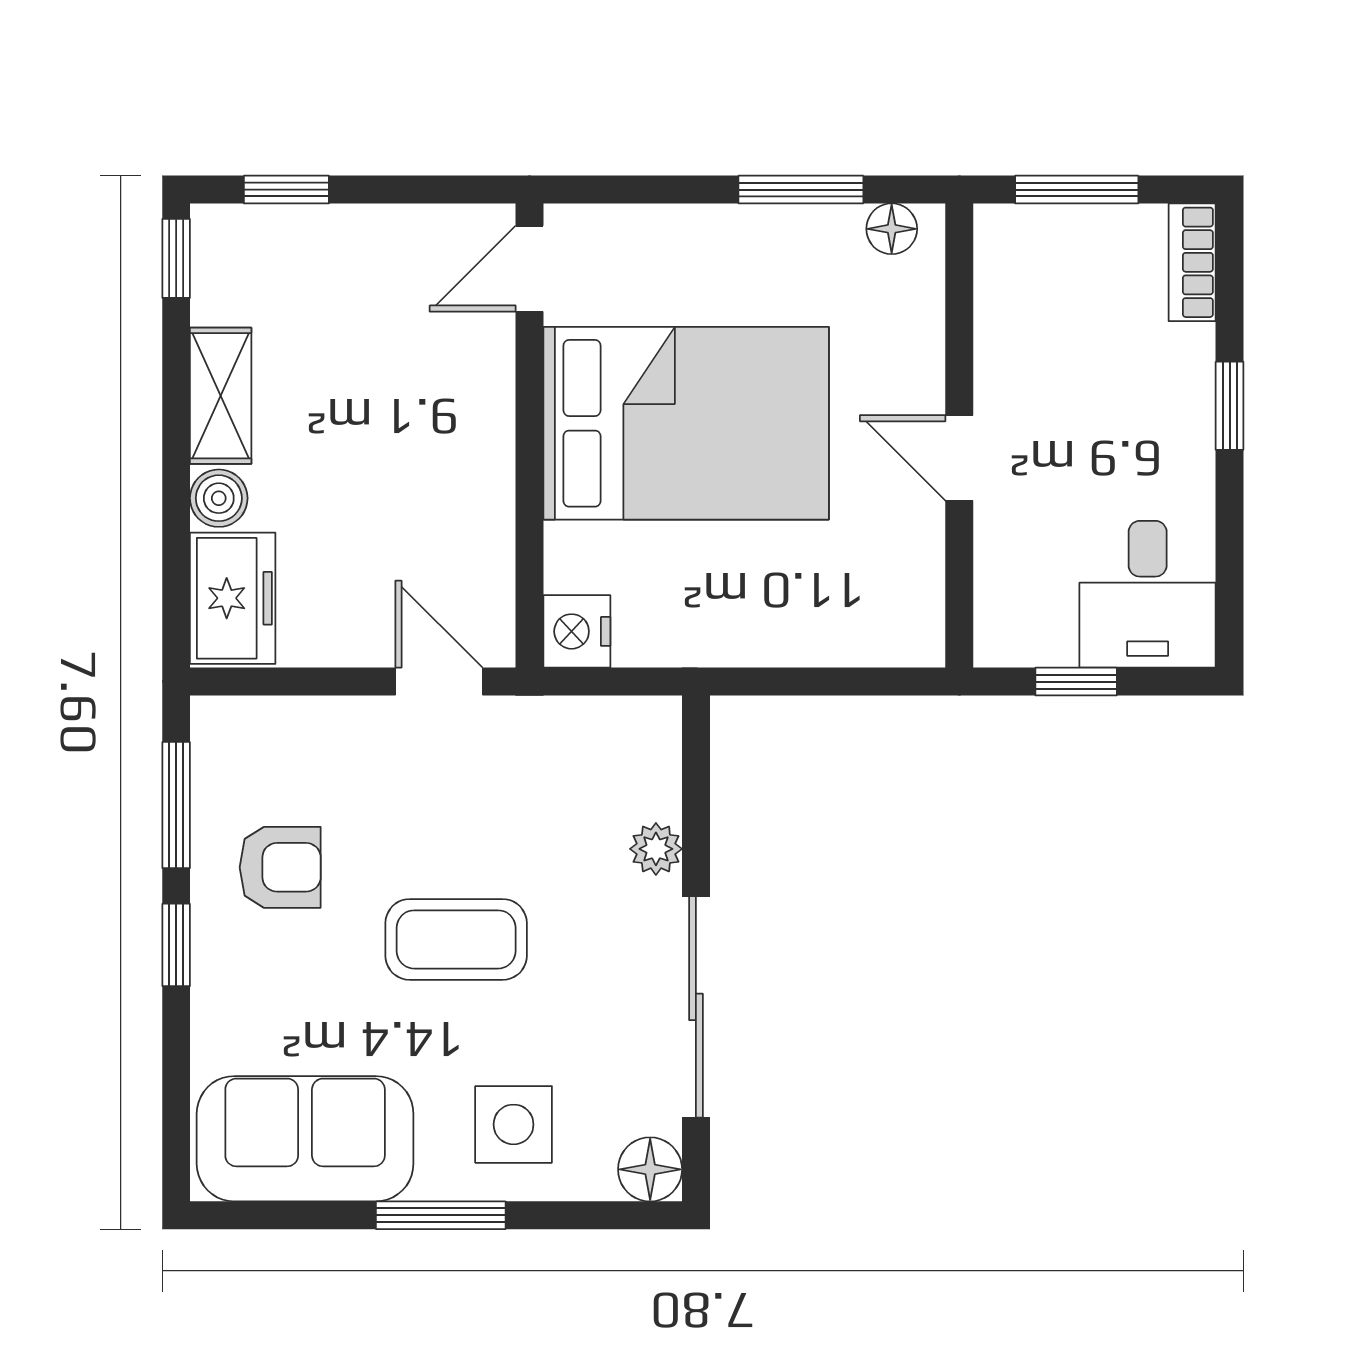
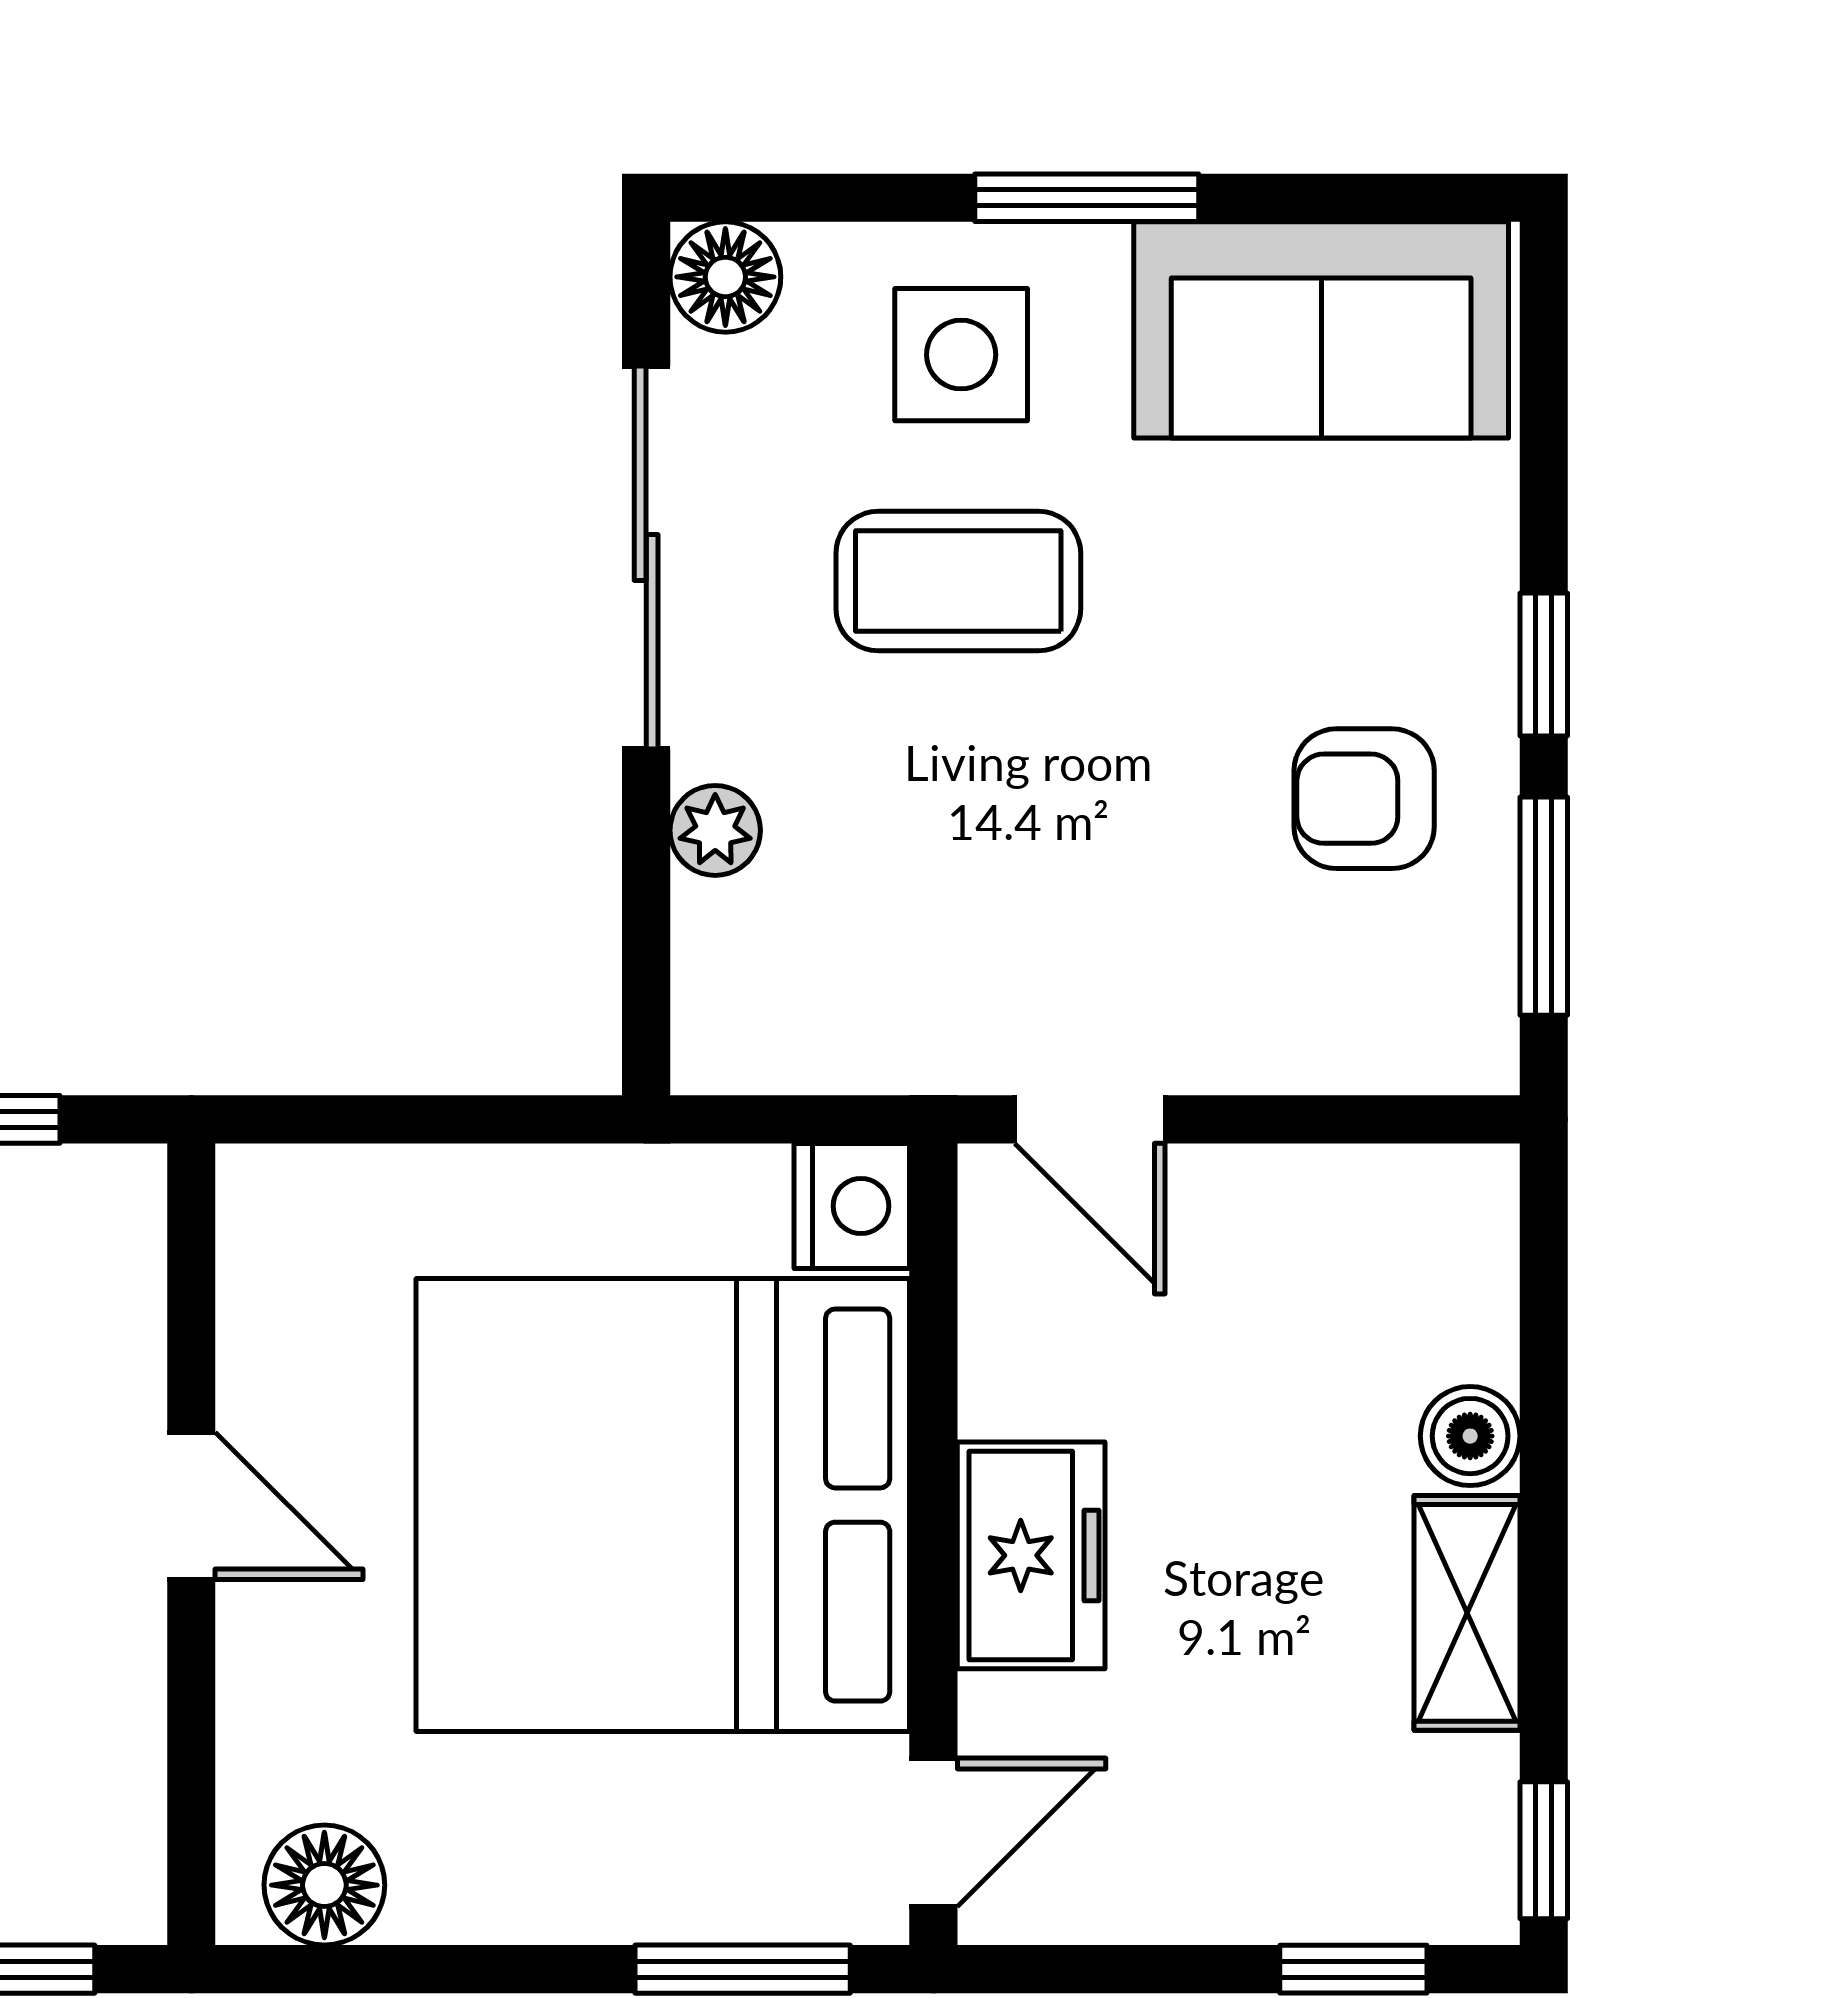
window: (801, 190) -> (743, 1969), moved
floor lamp: (892, 229) -> (324, 1885), width x1.37, depth x1.37
bed: (686, 423) -> (663, 1505), width x1.36
freezer: (233, 598) -> (1031, 1555), moved, turned 180
coffee table: (456, 939) -> (958, 581), moved

